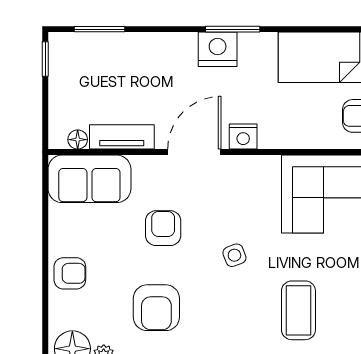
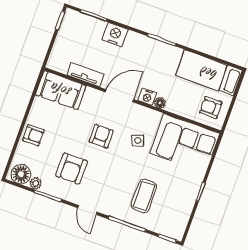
nightstand: (218, 49) -> (115, 35), moved
floor lamp: (78, 140) -> (160, 103), moved
armchair: (163, 228) -> (101, 136), moved
side table: (234, 255) -> (138, 140), moved

